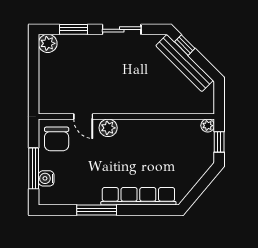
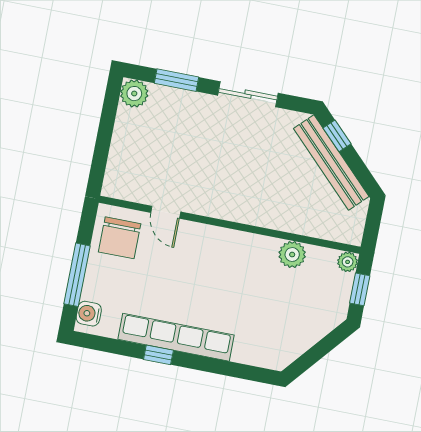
plant: (108, 128) -> (292, 255), moved
water cooler: (46, 178) -> (89, 314), moved
row of seats: (138, 196) -> (176, 337), moved
window: (97, 210) -> (158, 355), width x0.46

